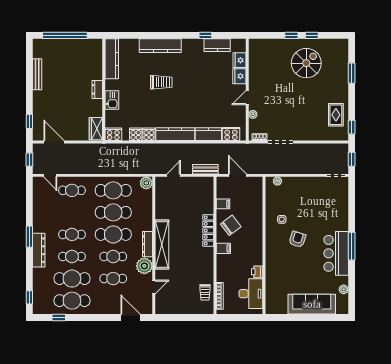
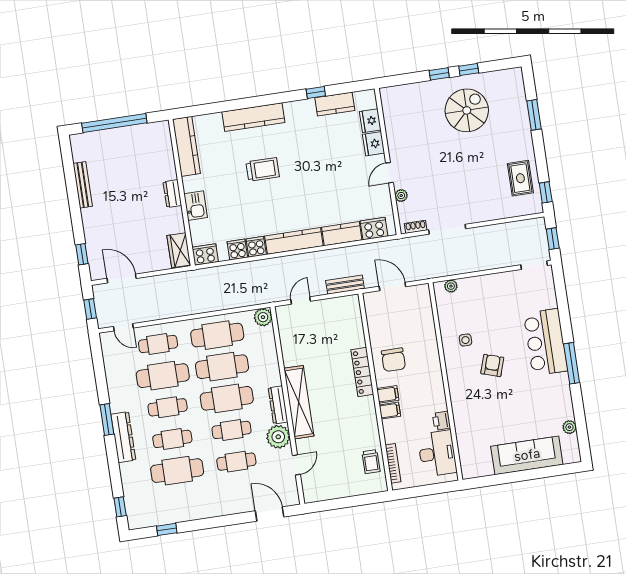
filing cabinet: (223, 204) -> (390, 411), moved
chair: (231, 225) -> (393, 360), turned 127
bar counter: (336, 253) -> (546, 342), moved
cafe table: (72, 301) -> (163, 376), moved

